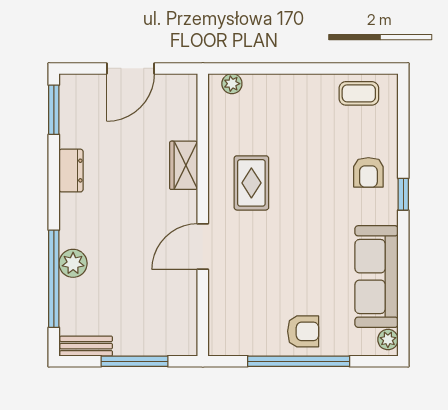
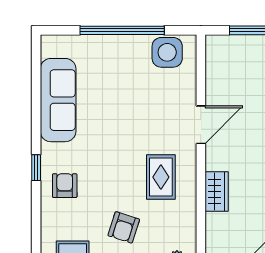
armchair: (303, 331) -> (124, 227), moved, turned -72
side table: (244, 335) -> (167, 52), added
plant: (388, 340) -> (49, 48), removed

